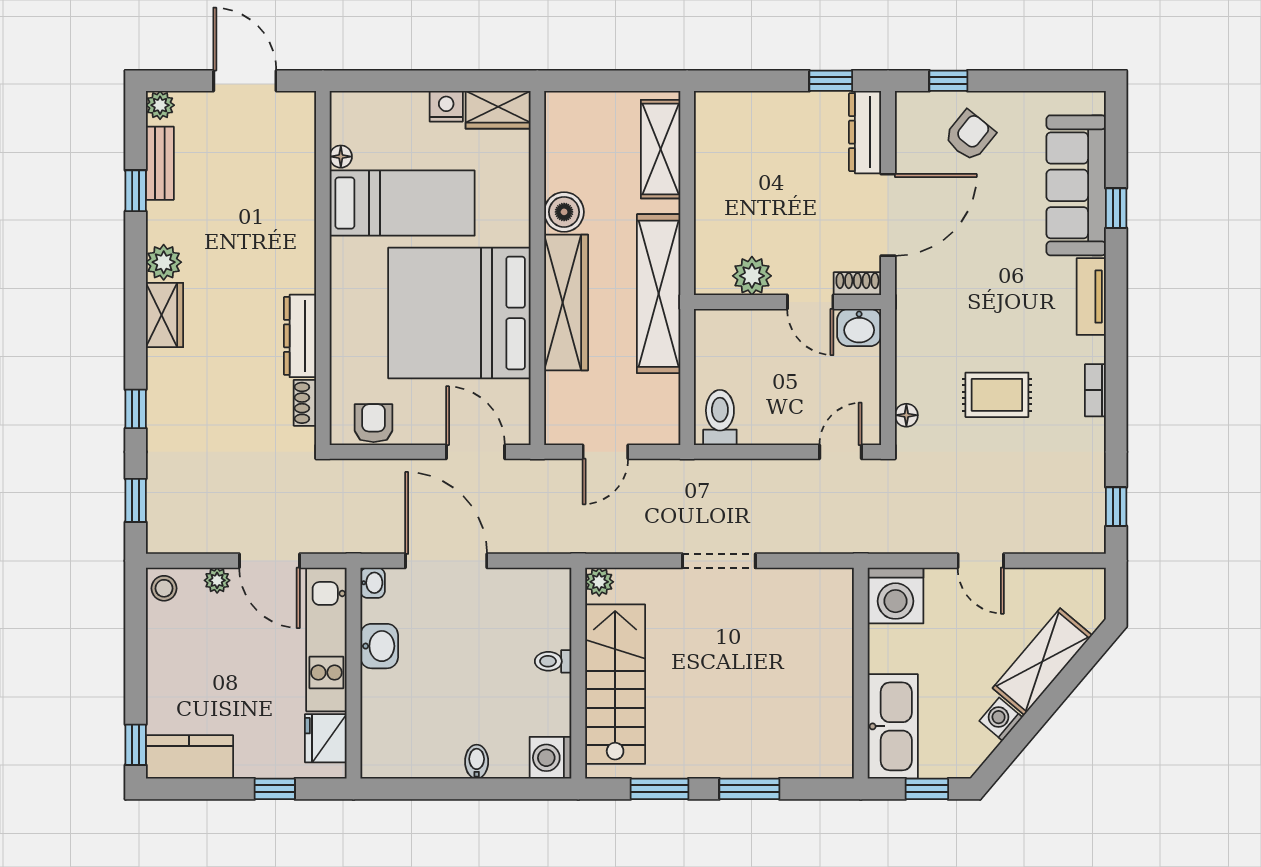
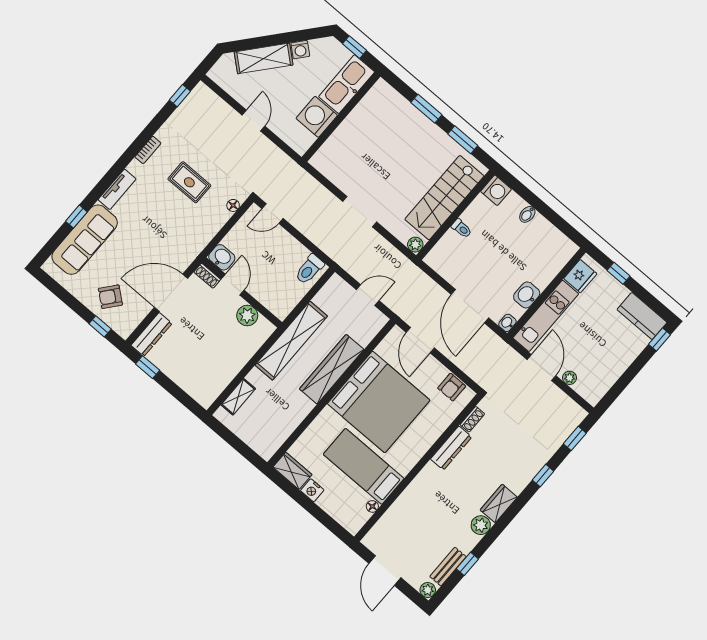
shelving: (661, 149) -> (238, 397), width x0.67, depth x0.75
boiler: (564, 212) -> (301, 407), removed
stool: (164, 588) -> (594, 393), removed
washing machine: (895, 596) -> (317, 117), moved, turned -90

